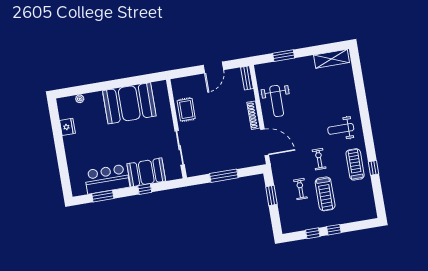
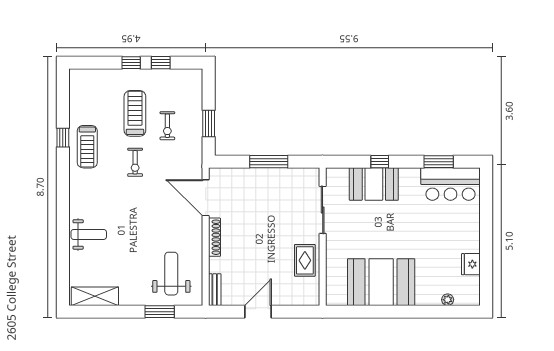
weight bench: (277, 101) -> (171, 274), moved
weight bench: (341, 129) -> (89, 234), moved
bar counter: (107, 179) -> (451, 184), moved

